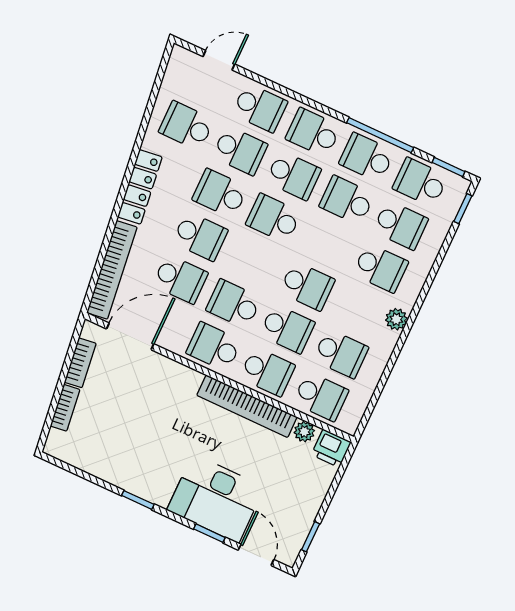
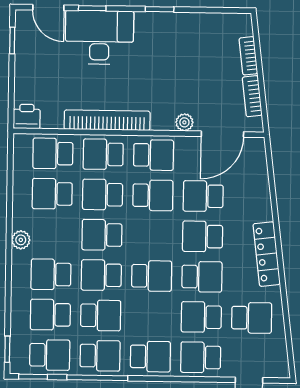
school desk: (293, 175) -> (101, 275), moved
bookcase: (112, 270) -> (260, 180), removed
plant: (304, 432) -> (184, 122), moved

